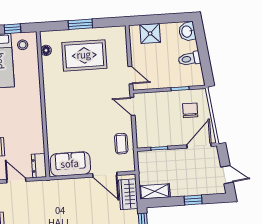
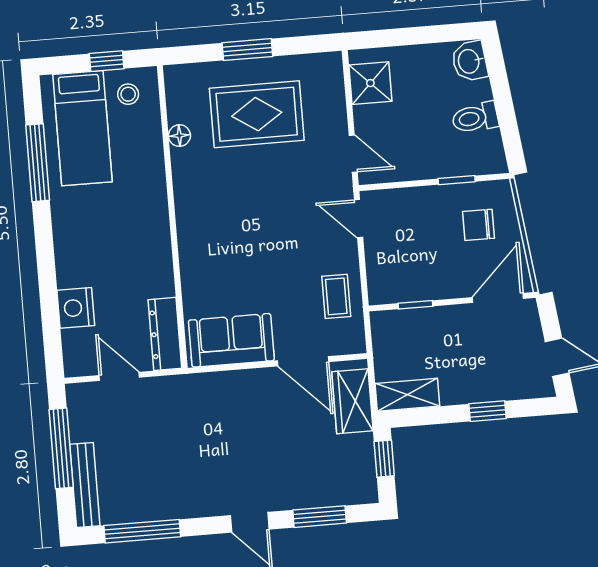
shower: (150, 33) -> (370, 83), moved
floor lamp: (46, 50) -> (179, 136), moved
chair: (190, 110) -> (478, 225), turned -90
dresser: (39, 166) -> (165, 334), width x1.44

